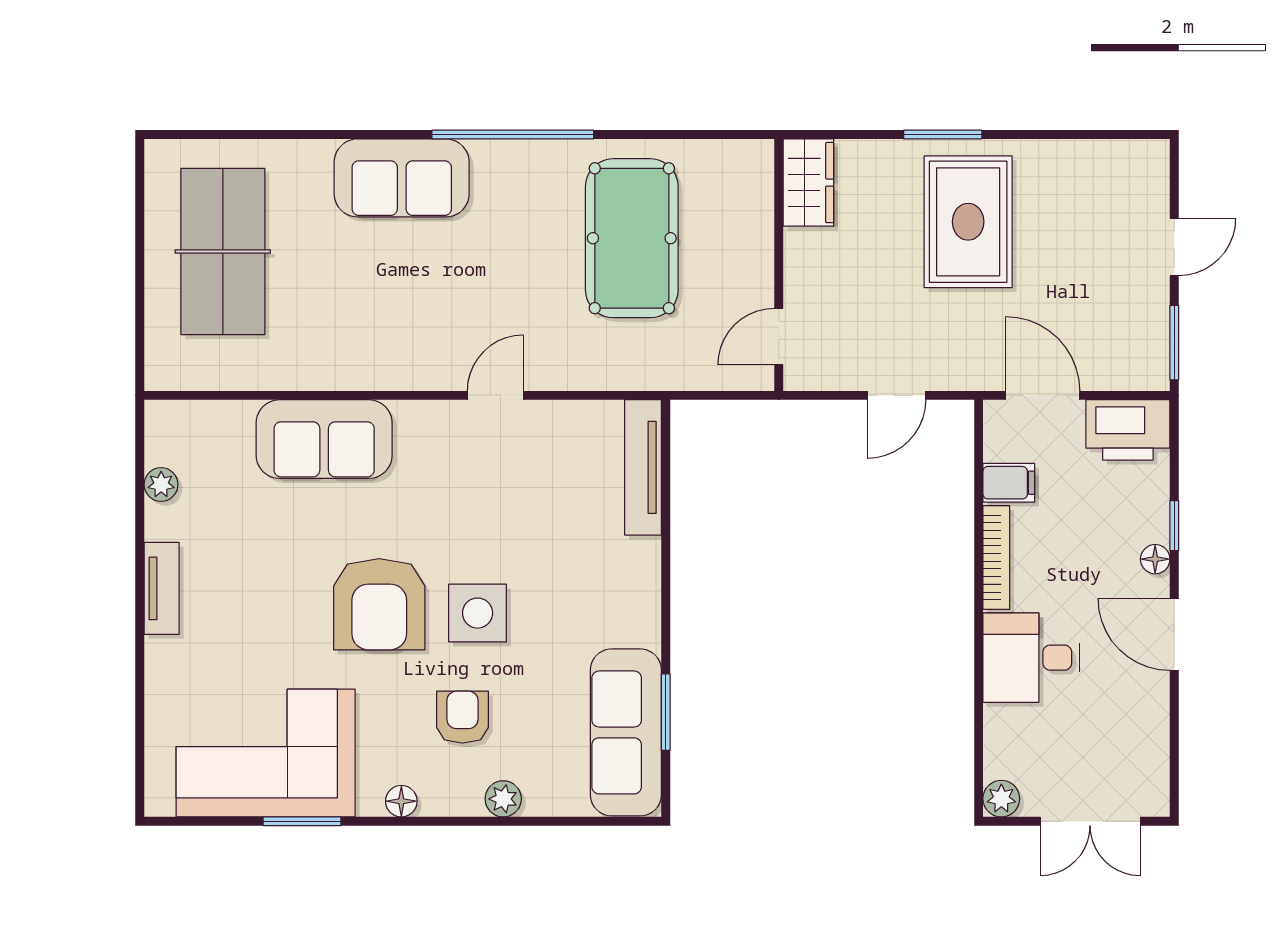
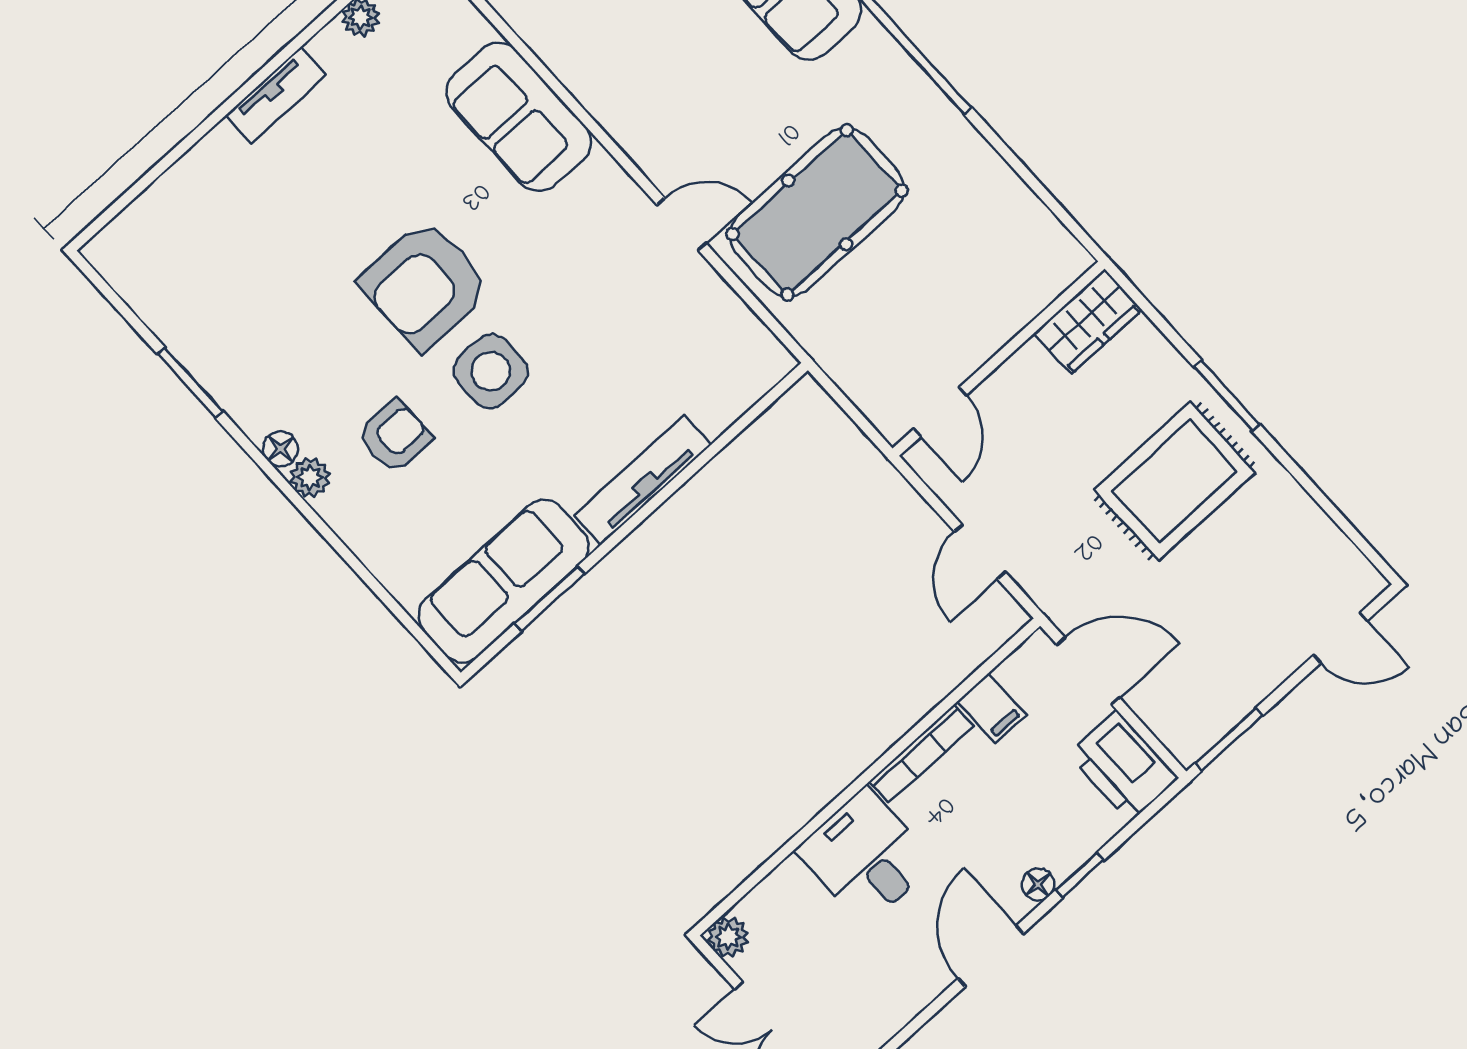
pool table: (632, 238) -> (817, 212), moved
door: (1174, 247) -> (1340, 638), moved
door: (779, 337) -> (940, 412), swing flipped
door: (897, 395) -> (980, 552), hinge flipped
door: (1043, 395) -> (1088, 671), hinge flipped
tv unit: (643, 467) -> (642, 480), moved
corner sofa: (266, 753) -> (219, 302), removed
plant: (503, 799) -> (310, 478), moved

